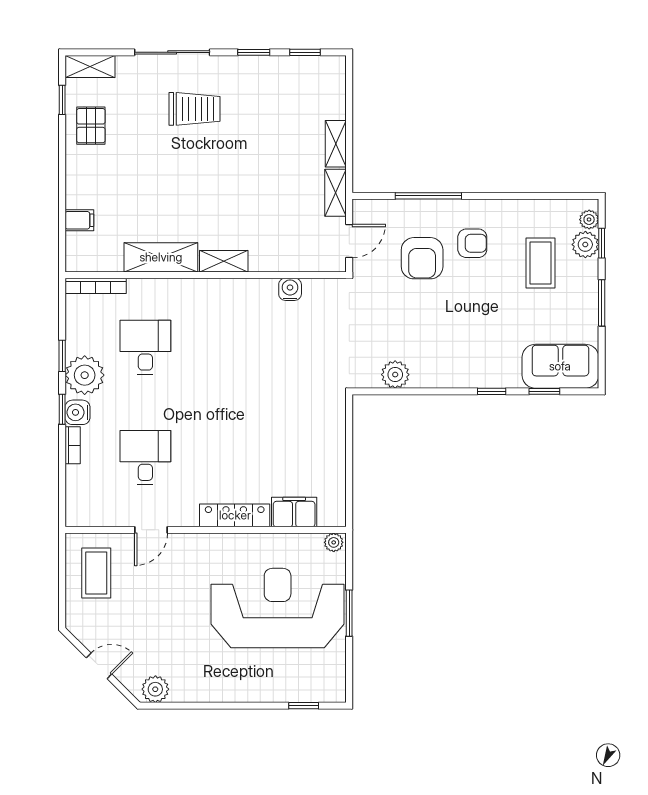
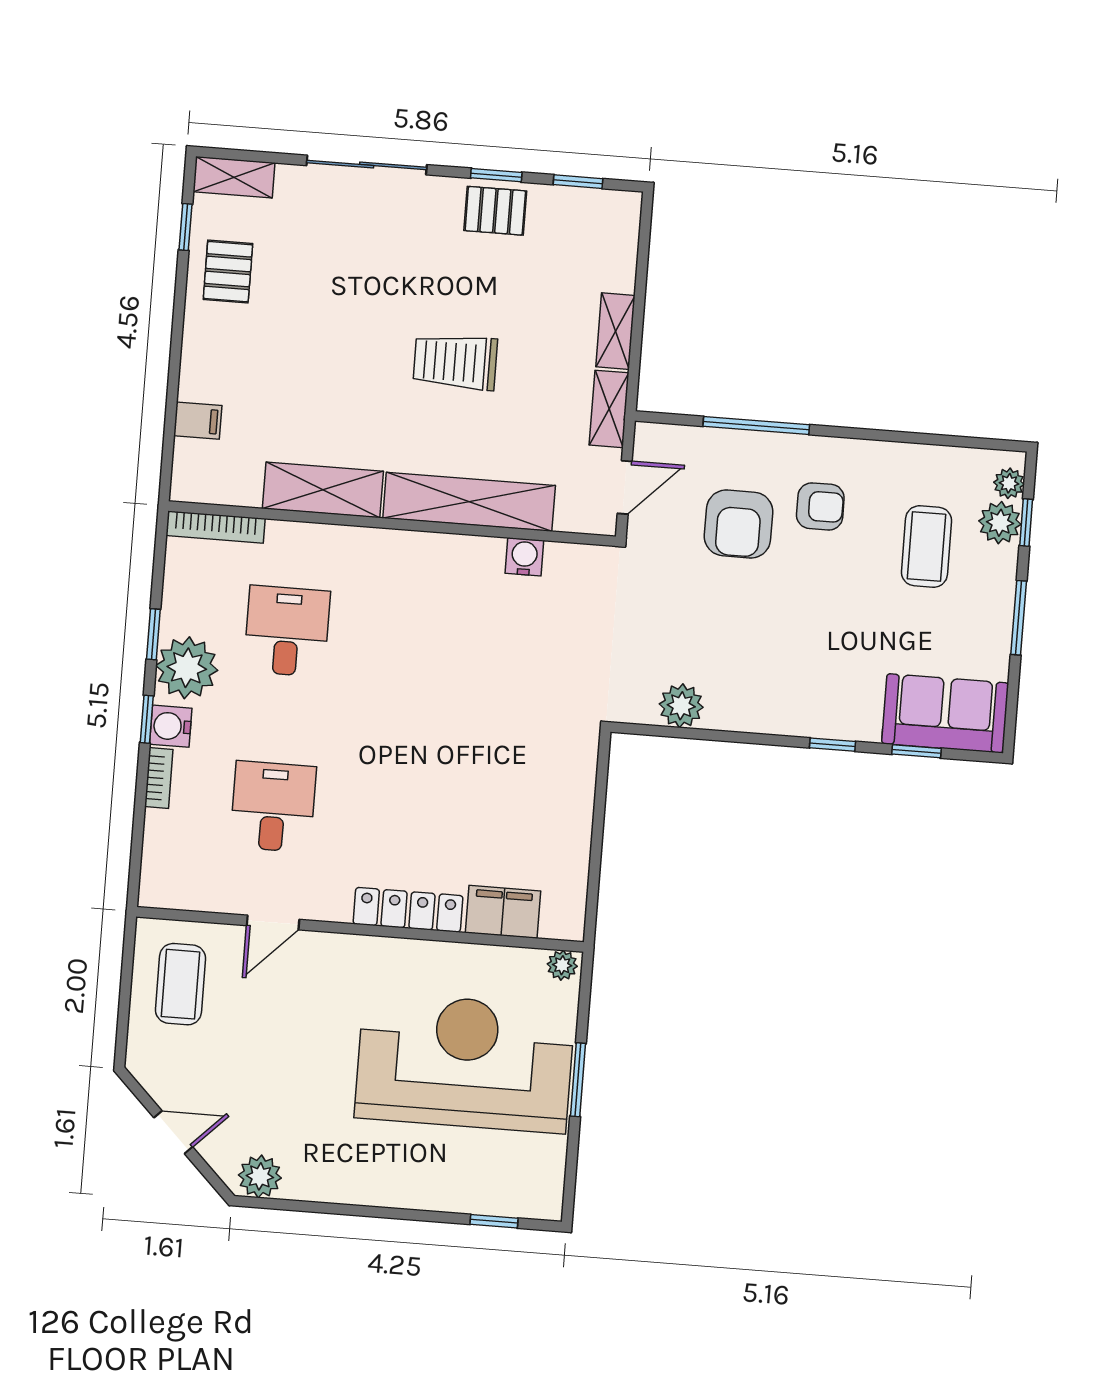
pallet: (255, 75) -> (495, 211), added
trolley: (195, 109) -> (455, 362), moved, turned 180
shelving: (224, 261) -> (469, 502), width x2.20, depth x1.33

